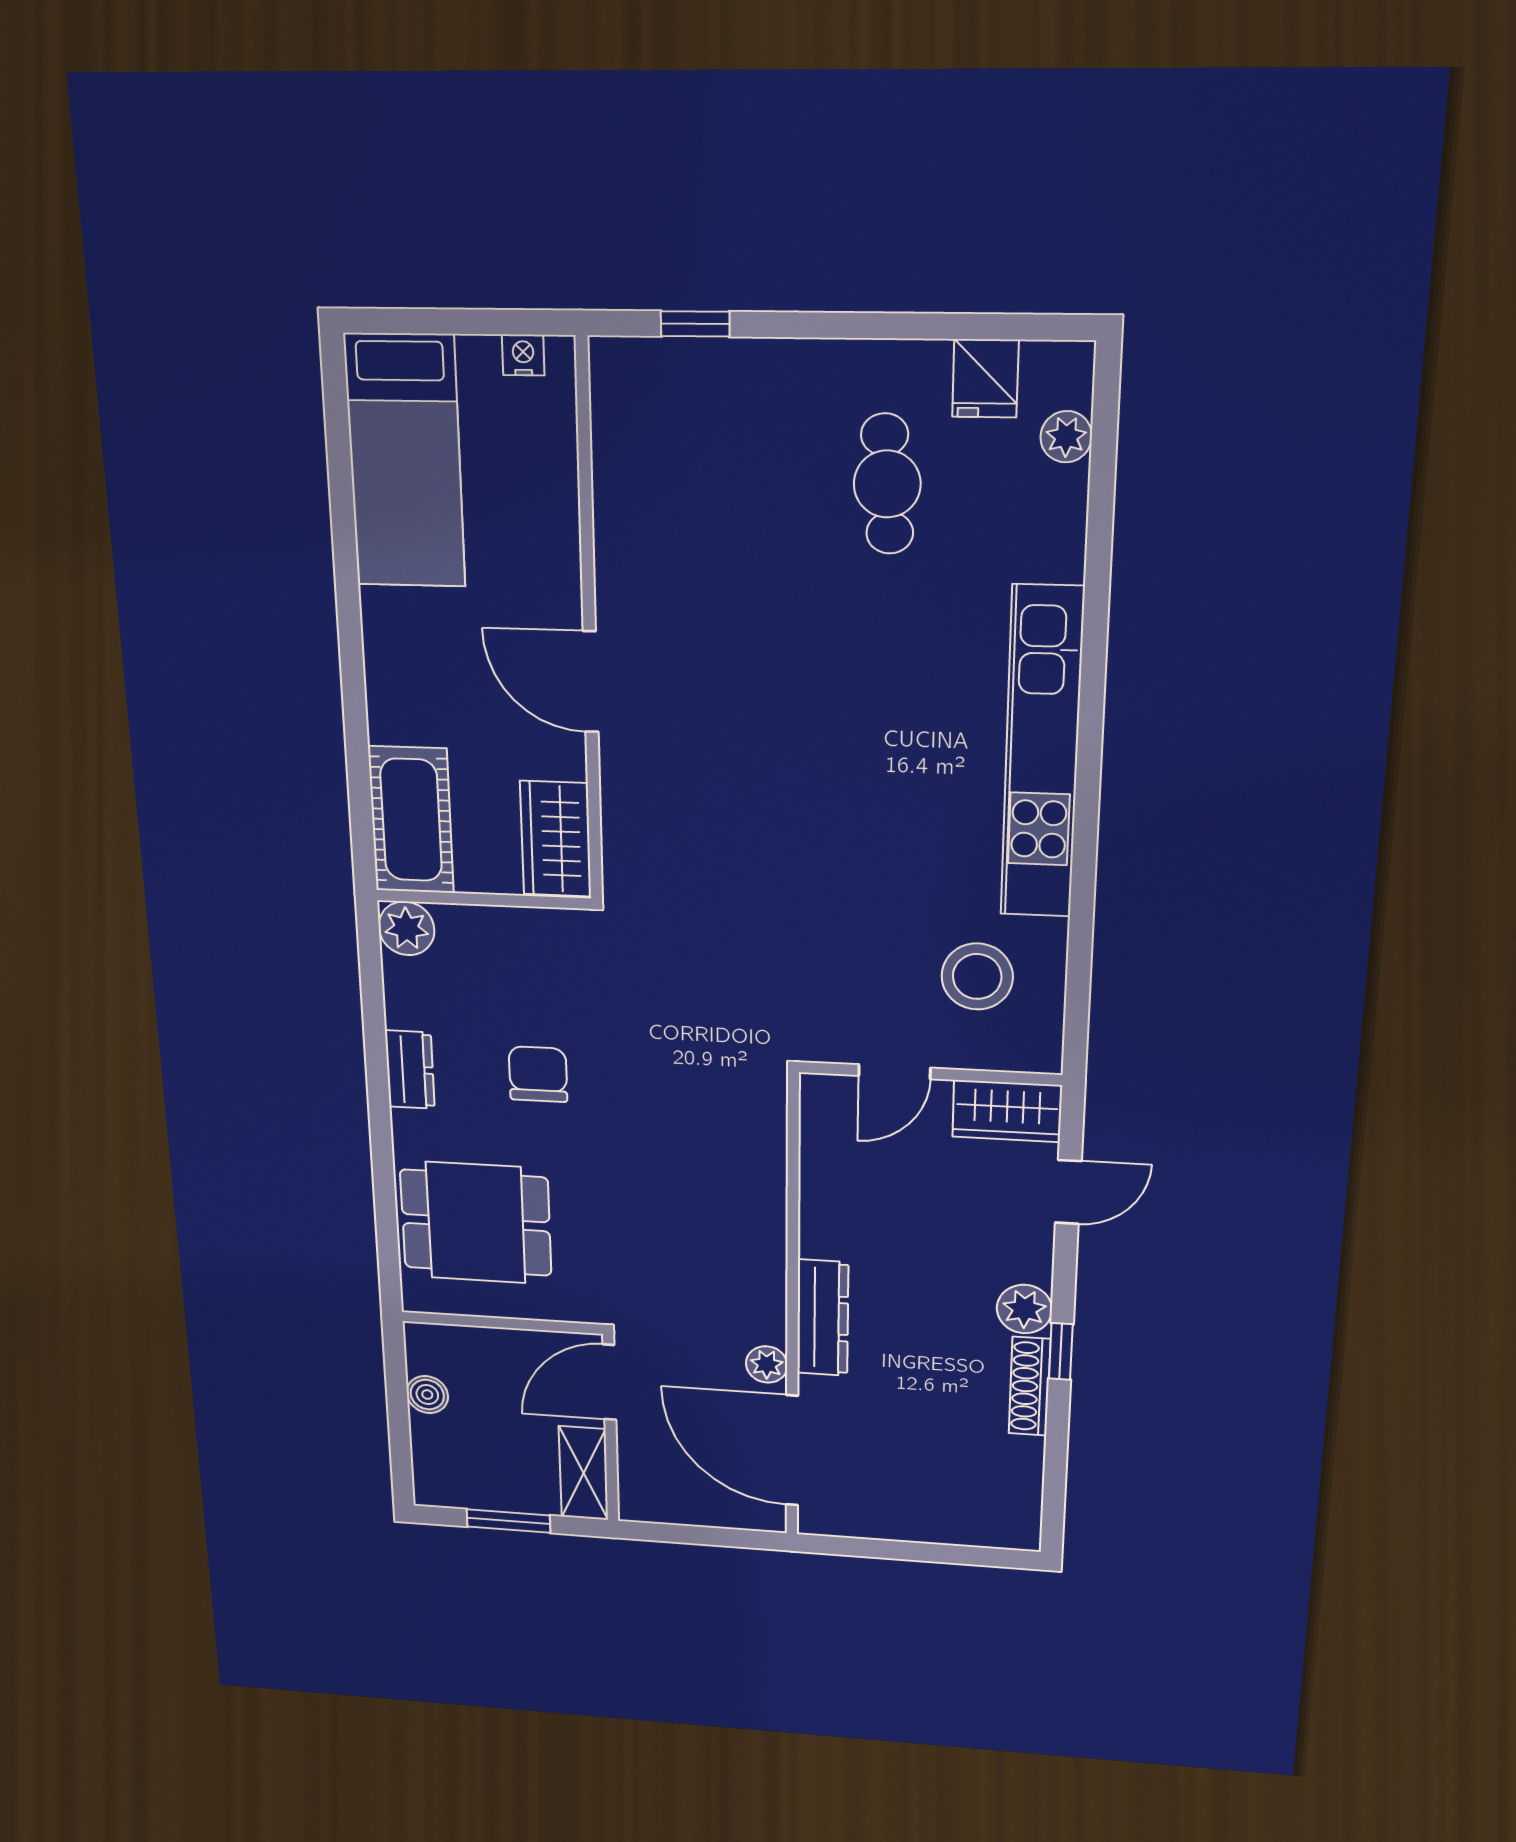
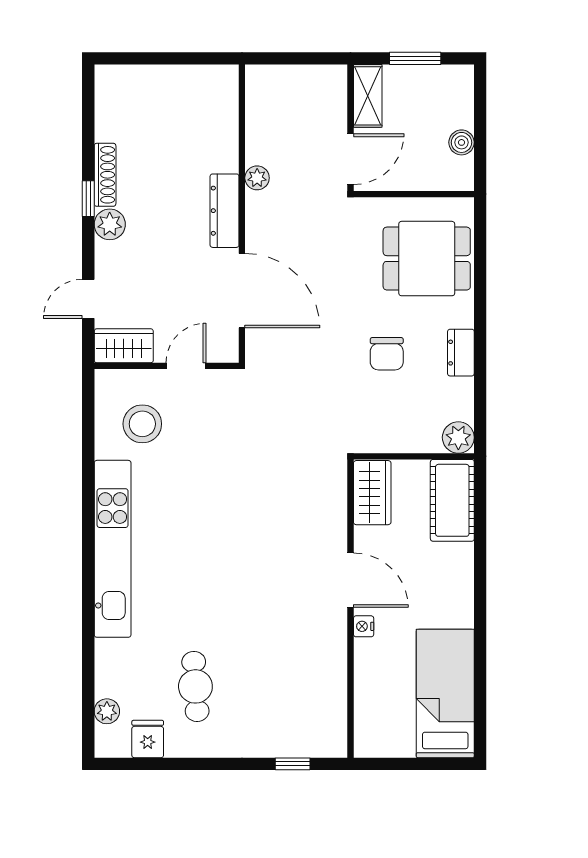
nightstand: (523, 355) -> (364, 626), moved, turned 90
door: (792, 1450) -> (242, 291), moved

